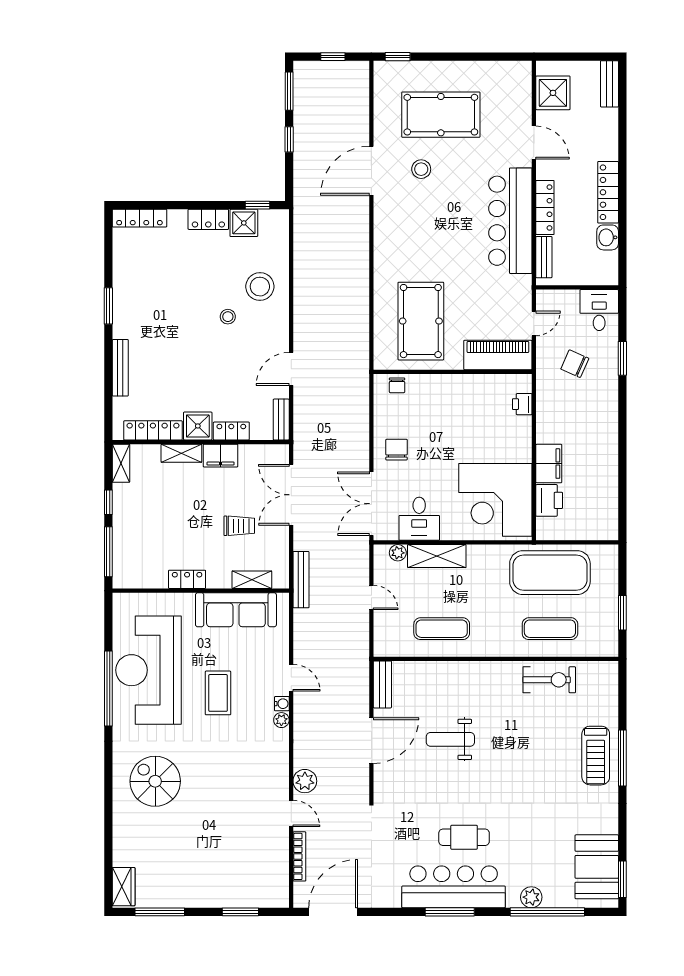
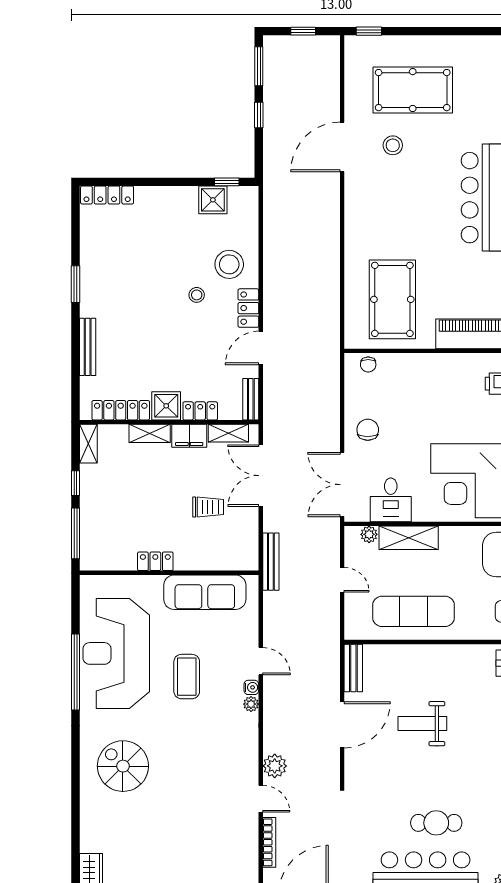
locker: (208, 219) -> (248, 308), moved, turned 90
shelving: (252, 580) -> (228, 433), moved
exercise mat: (442, 629) -> (413, 611), width x1.36, depth x1.45

